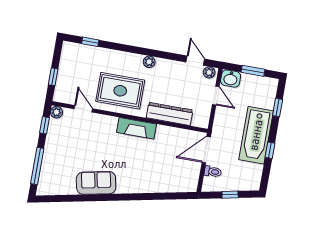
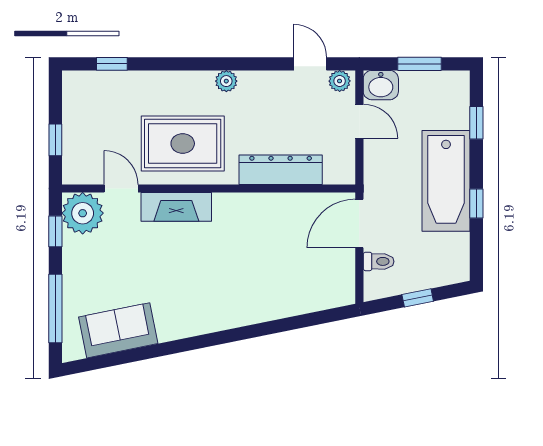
plant: (56, 112) -> (83, 213), width x1.88, depth x1.88
fireplace: (137, 128) -> (176, 207), moved
sofa: (96, 183) -> (118, 330), moved

